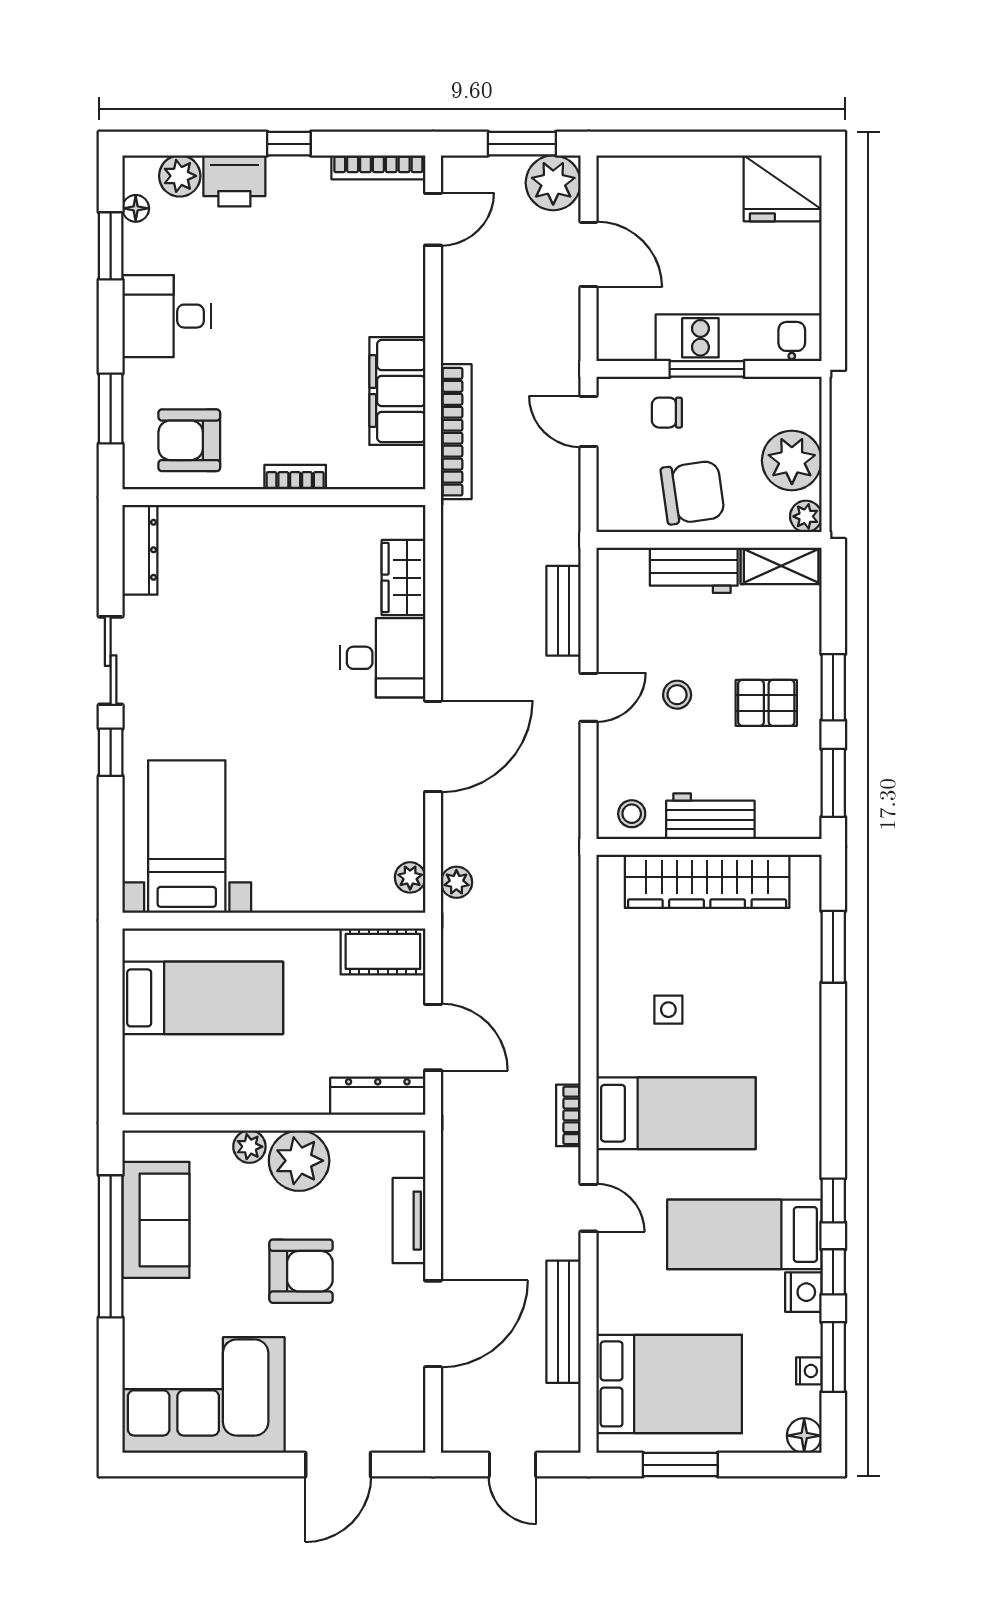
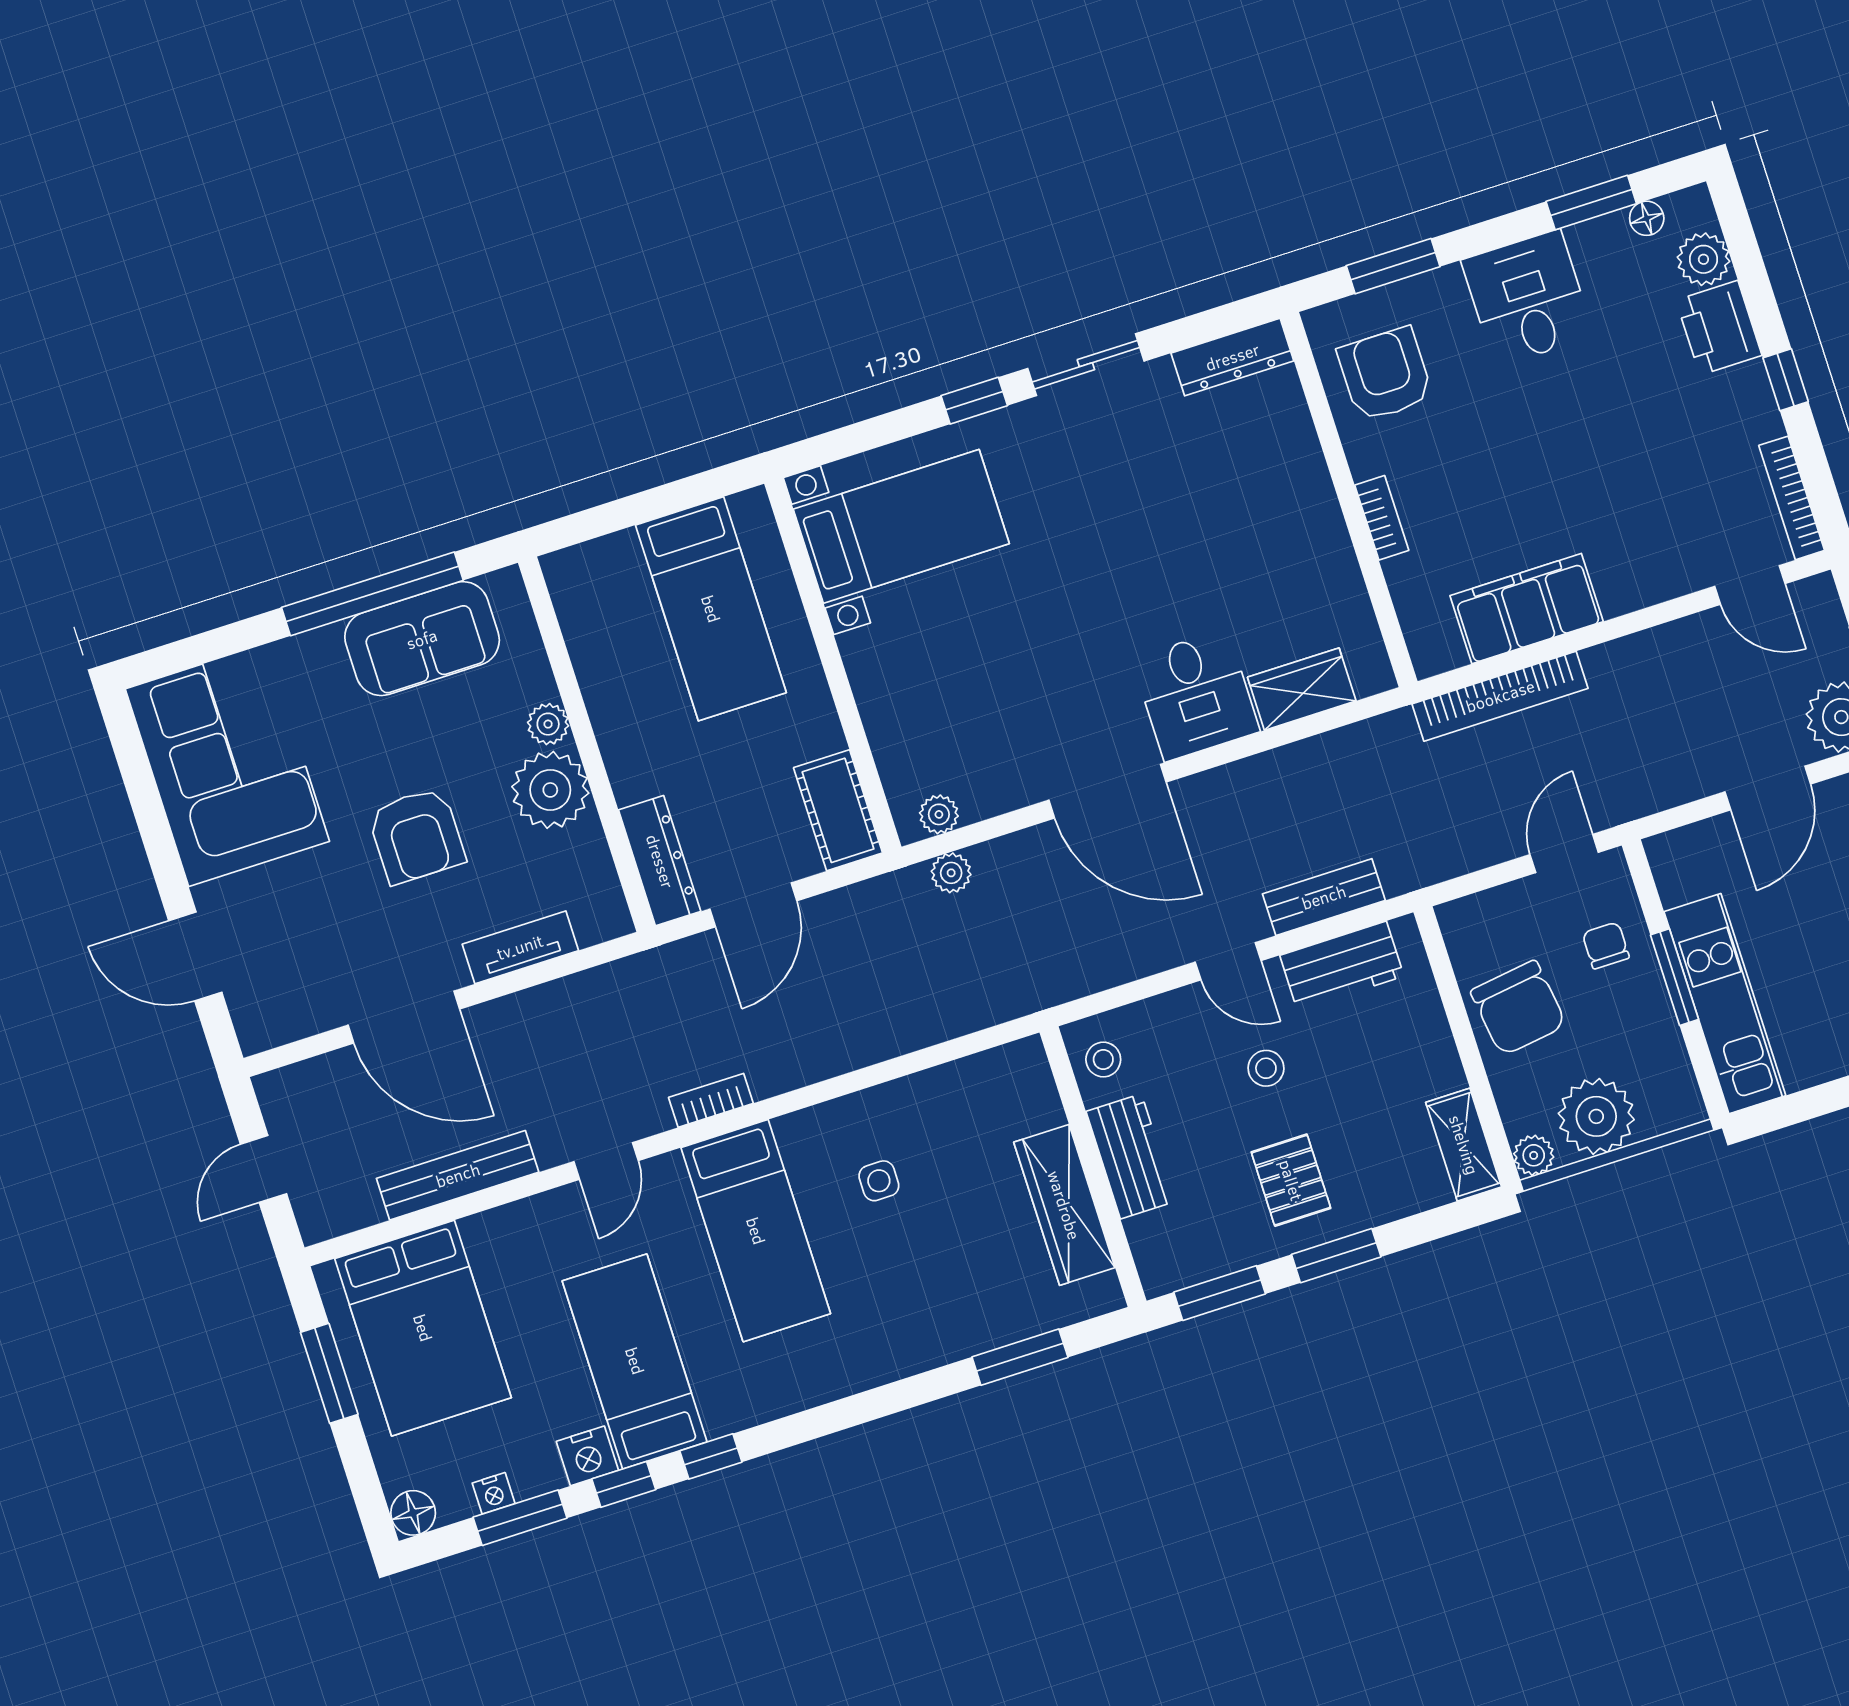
workbench: (694, 570) -> (1342, 966), moved, turned -90
wardrobe: (707, 881) -> (1064, 1205), width x0.71, depth x0.85

